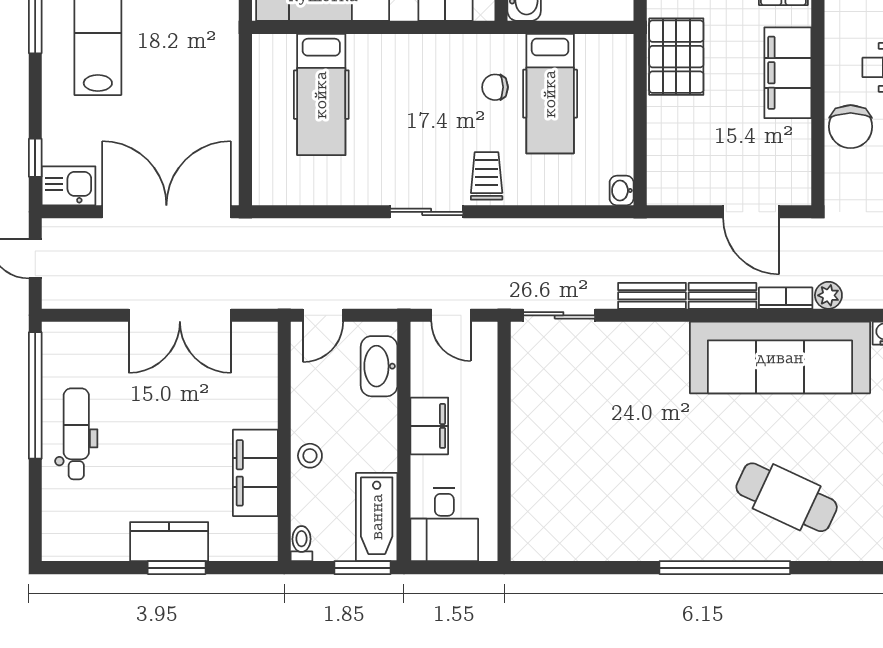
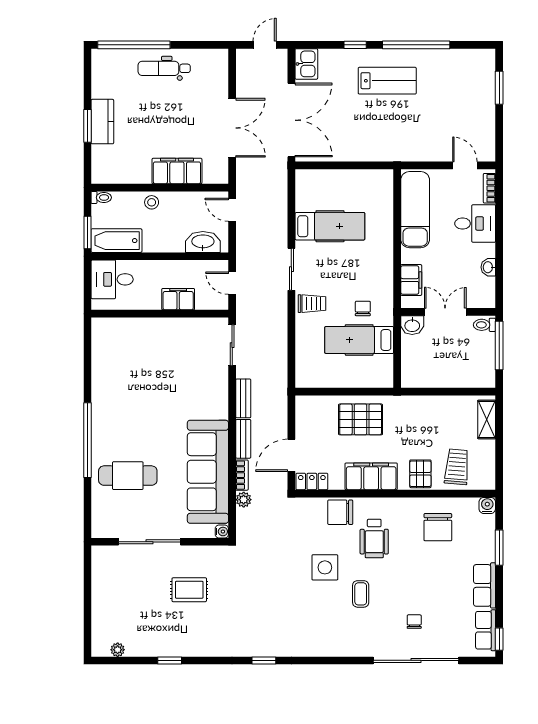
pallet: (676, 57) -> (361, 419), moved
hospital bed: (321, 95) -> (330, 226), moved, turned 180
window: (35, 158) -> (355, 45), moved
locker: (797, 176) -> (312, 481), added
washbasin: (622, 190) -> (304, 381), removed
double door: (180, 315) -> (232, 128), swing flipped
door: (451, 315) -> (232, 283), hinge flipped
window: (35, 395) -> (134, 45), moved
filing cabinet: (429, 426) -> (178, 299), moved, turned 180
dental chair: (76, 434) -> (164, 68), turned 180
filing cabinet: (255, 473) -> (177, 171), moved
cafe table: (787, 497) -> (128, 476), turned 65

